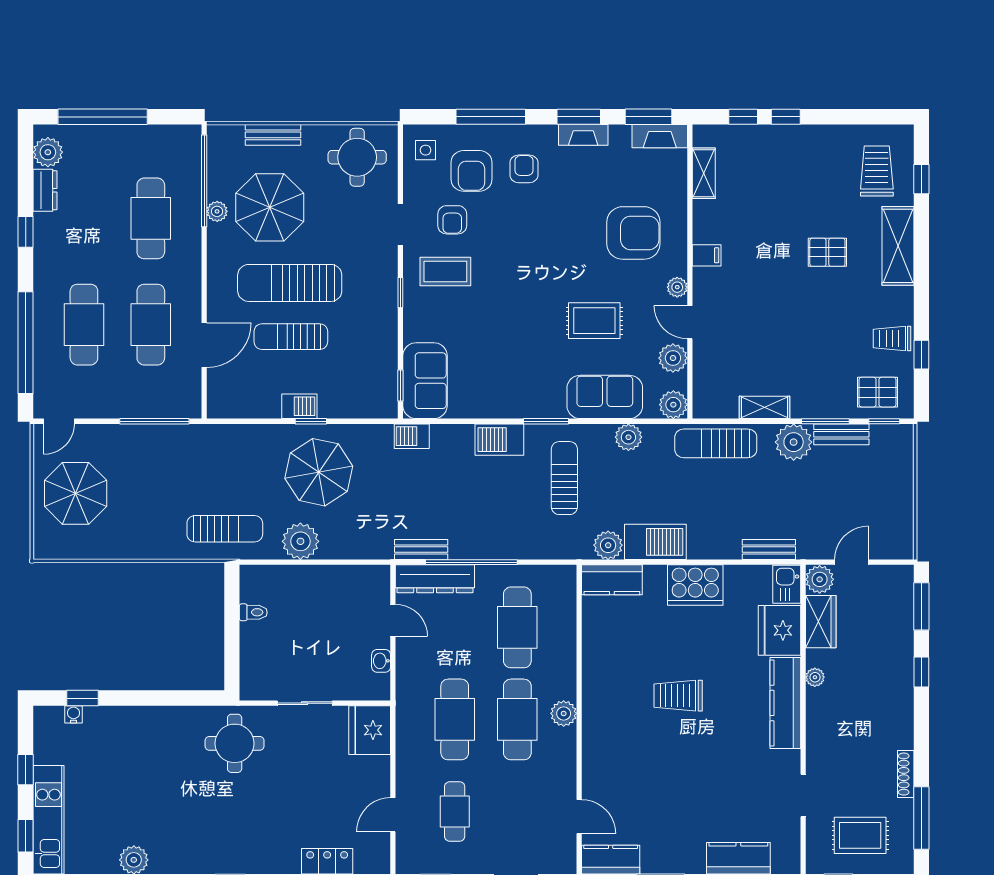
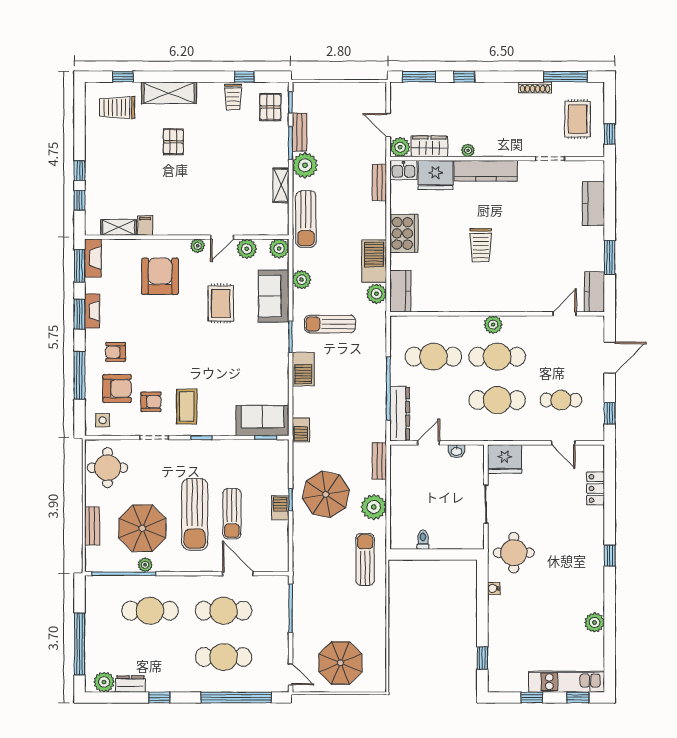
filing cabinet: (707, 255) -> (145, 225), moved
bench: (421, 550) -> (379, 461), moved
water cooler: (73, 714) -> (494, 588), moved

